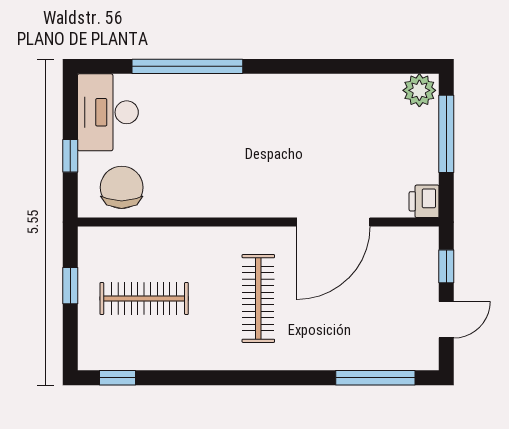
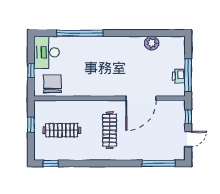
plant: (419, 90) -> (152, 43), moved
window: (446, 134) -> (188, 75), moved
printer: (424, 201) -> (179, 76), moved

